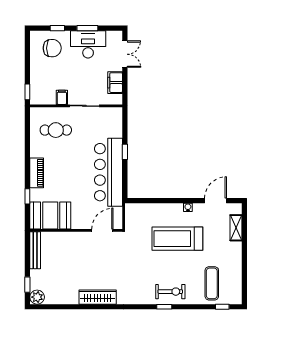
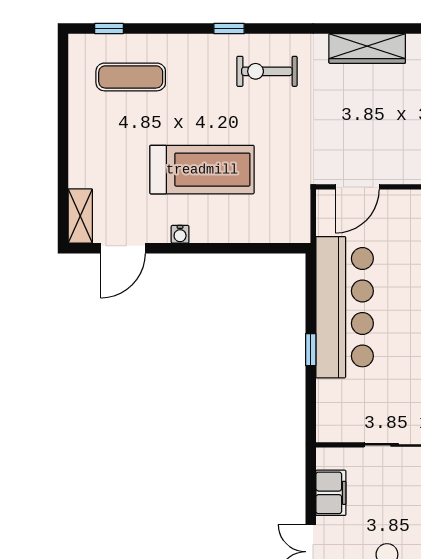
shelving: (236, 228) -> (80, 216), moved
exercise mat: (212, 283) -> (131, 77), turned 90
exercise bike: (170, 292) -> (267, 71), moved

